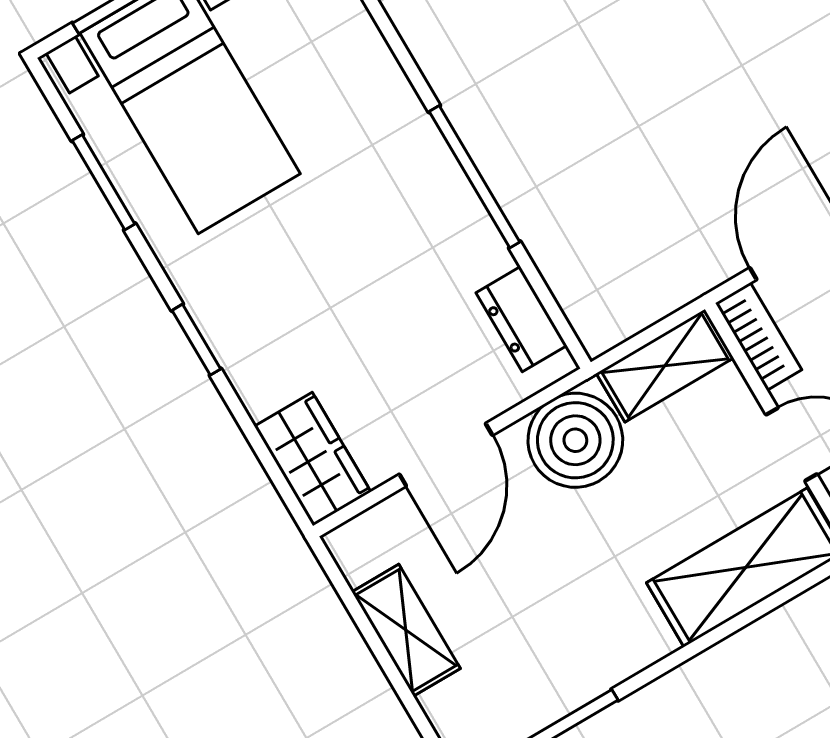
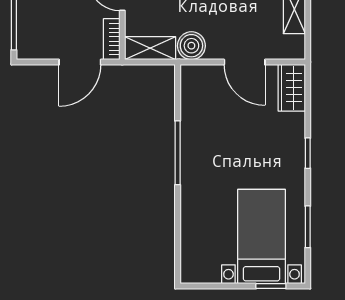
dresser: (521, 319) -> (190, 94), removed
boiler: (575, 440) -> (191, 46), width x0.73, depth x0.73
door: (446, 455) -> (245, 62), swing flipped

